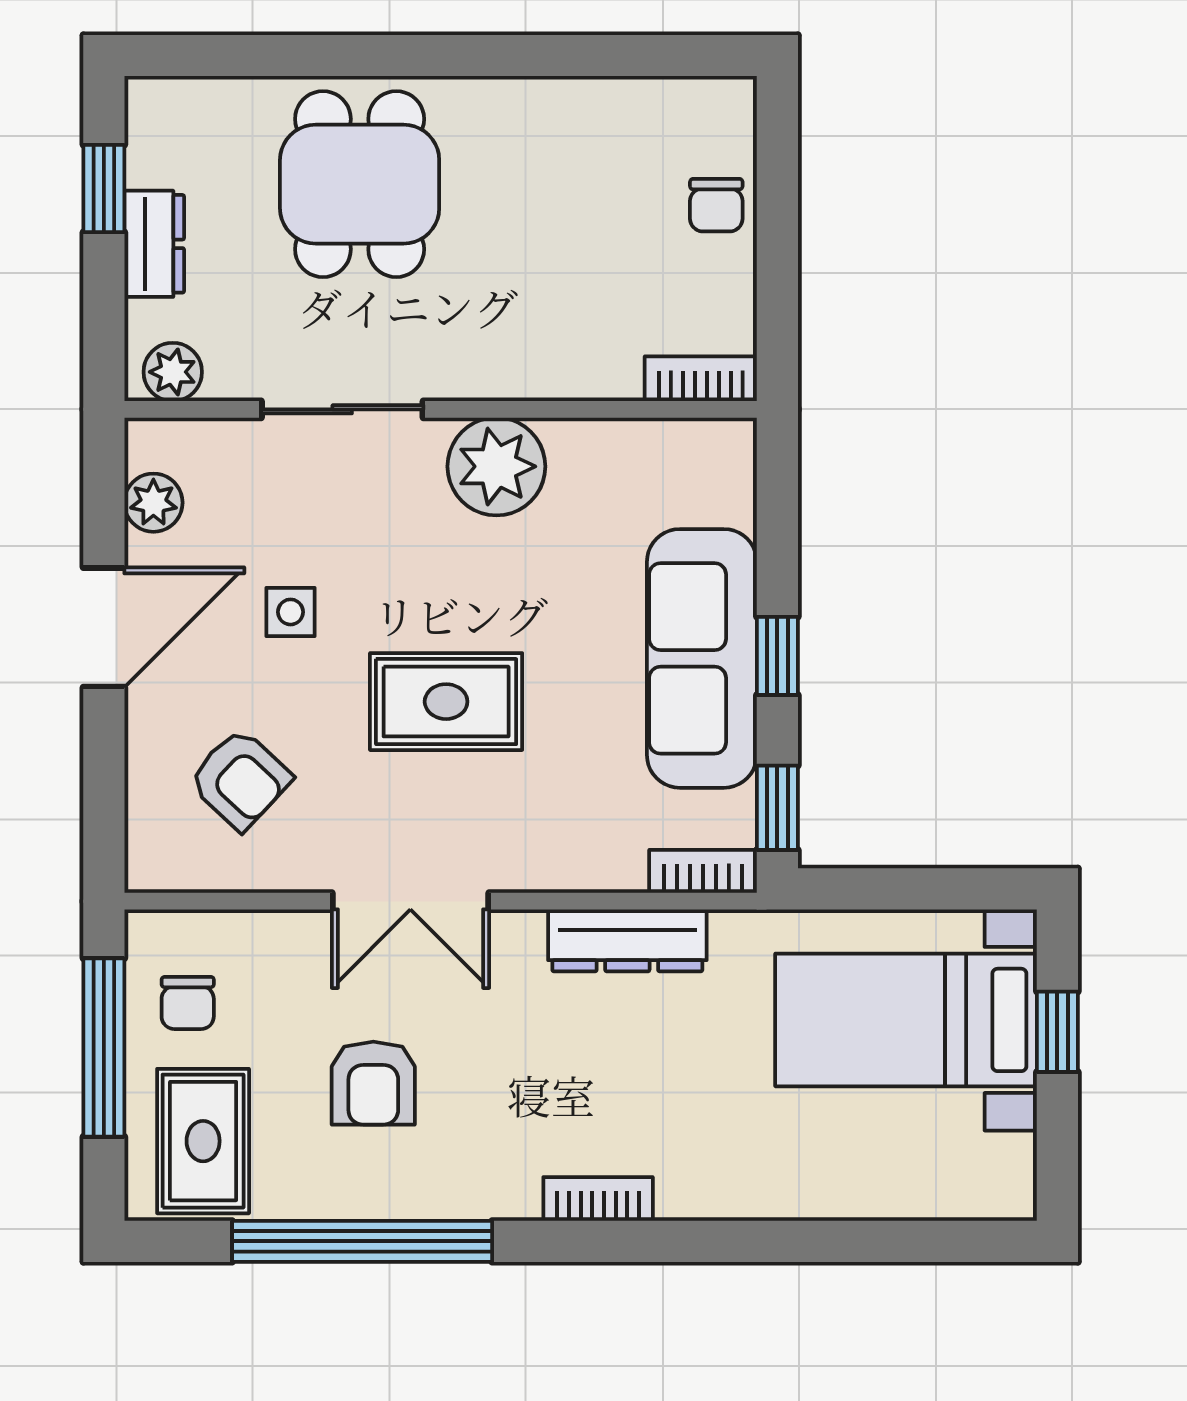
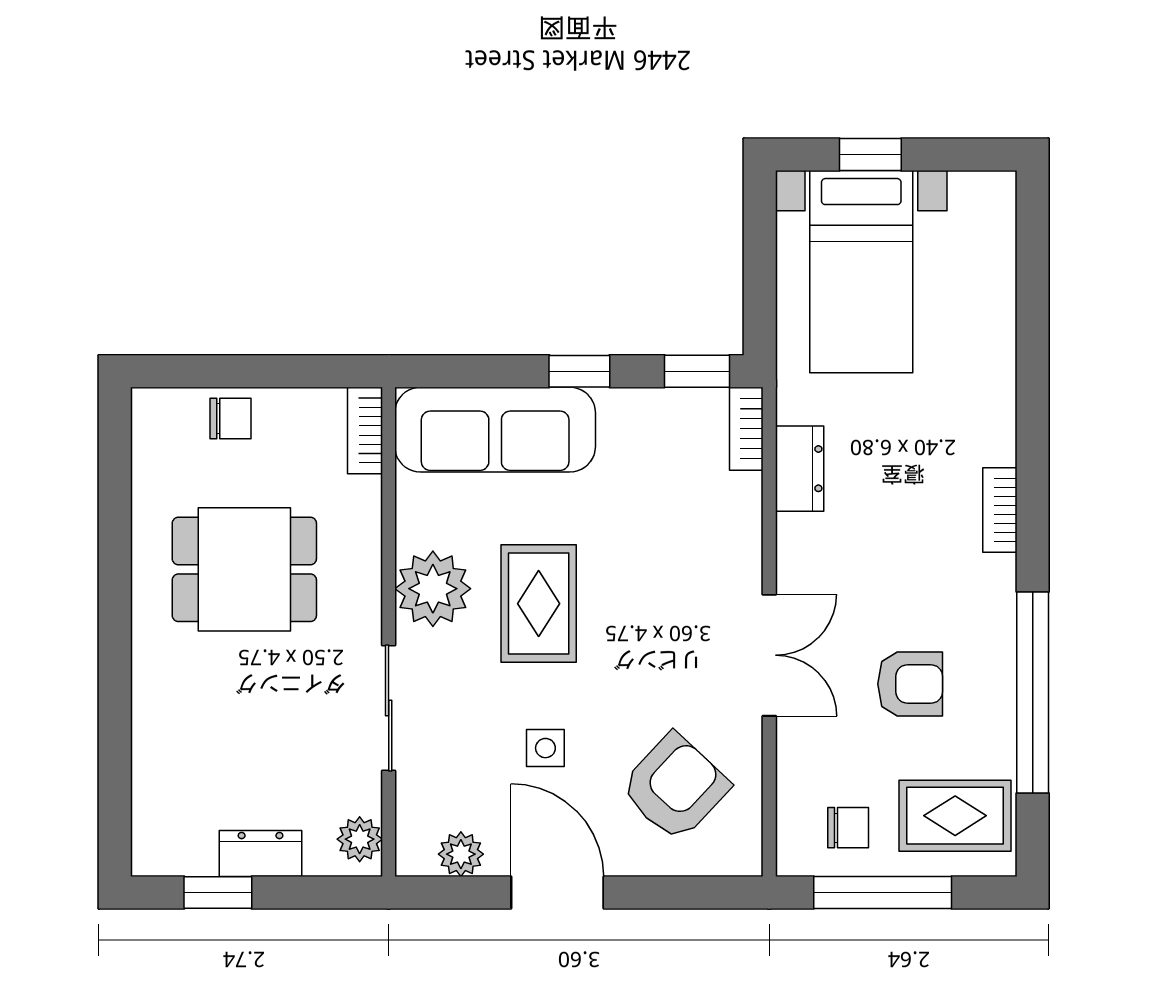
dining table: (360, 184) -> (244, 569), moved
sofa: (702, 658) -> (495, 430), moved
rug: (446, 702) -> (539, 604), moved
armchair: (240, 779) -> (675, 787), width x1.38, depth x1.38
dresser: (627, 940) -> (800, 469), width x0.70

